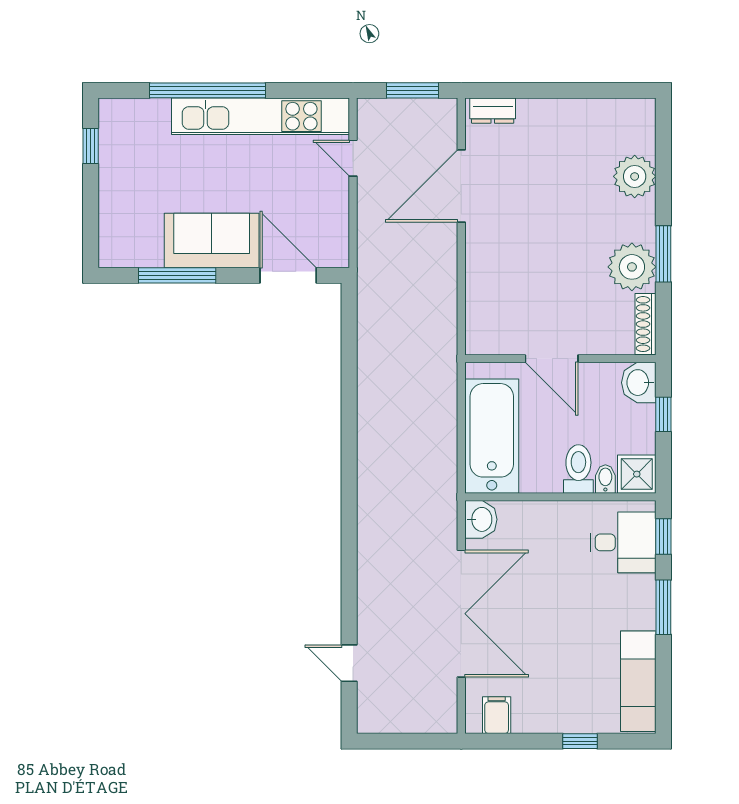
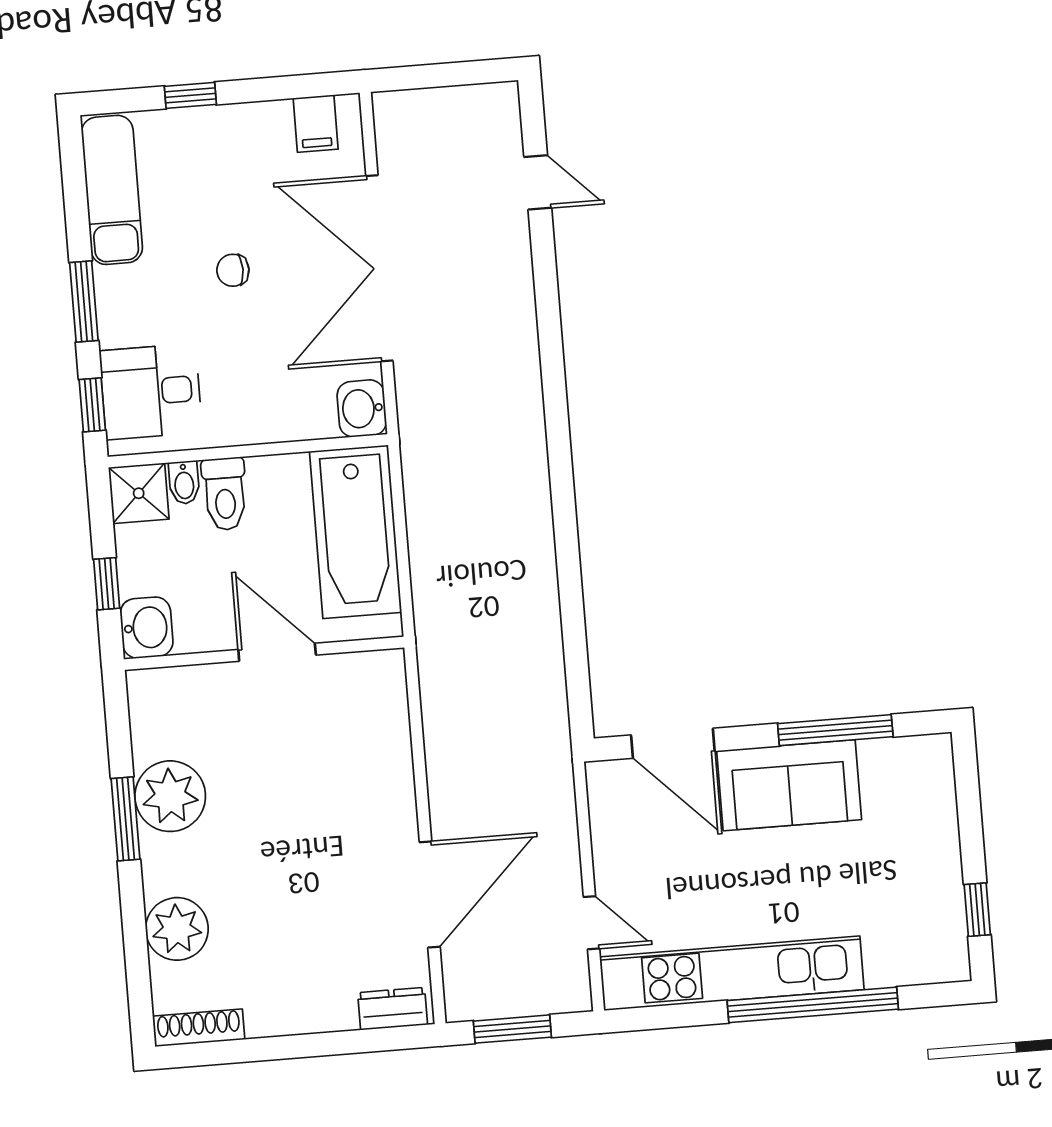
shoe rack: (646, 324) -> (199, 1028), moved, turned -90
chair: (561, 620) -> (233, 270), added

